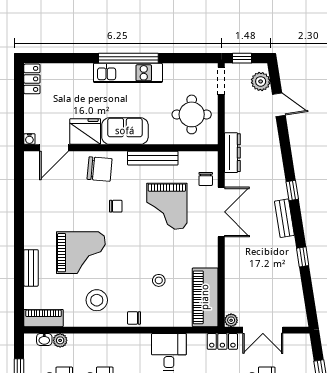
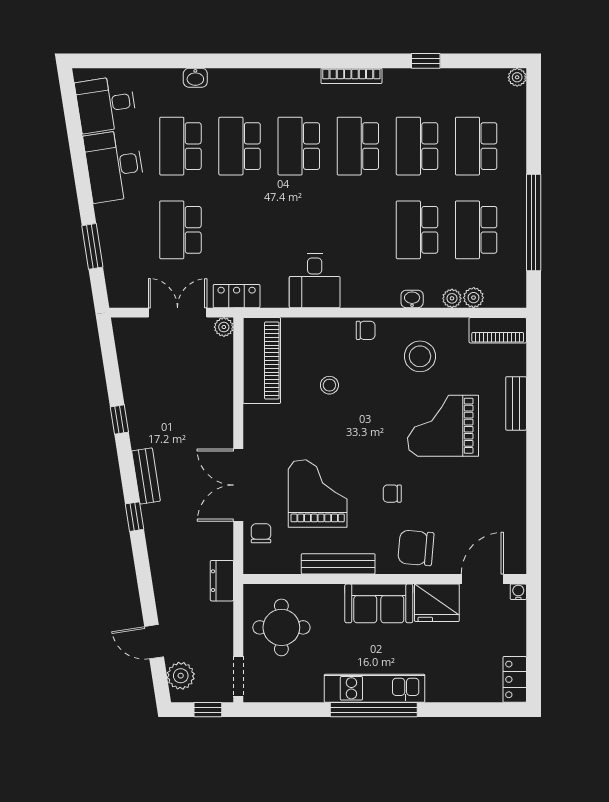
dresser: (232, 153) -> (222, 581), width x0.70
washbasin: (44, 339) -> (412, 299), moved
plant: (75, 340) -> (452, 298), added

